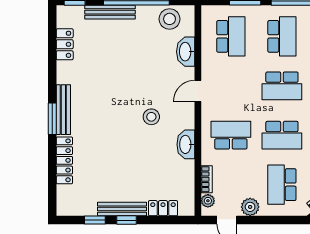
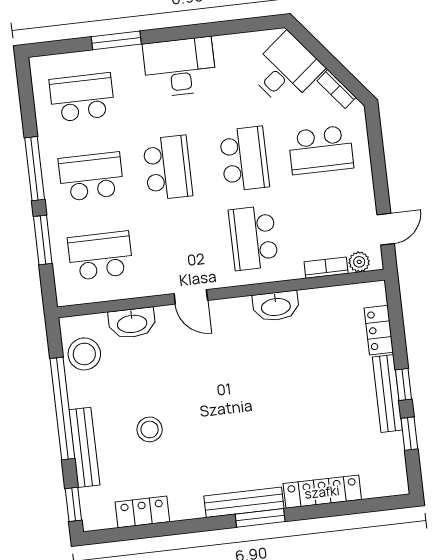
stool: (151, 117) -> (150, 429), moved
plant: (250, 207) -> (361, 195), removed

